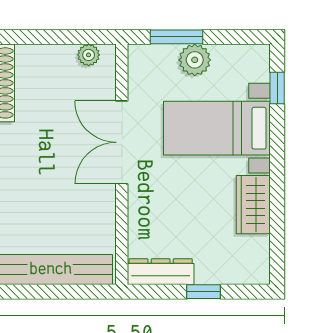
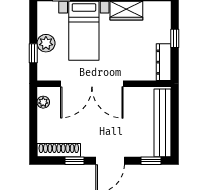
window: (177, 37) -> (33, 53), width x0.67
double door: (122, 142) -> (92, 84), width x1.36

